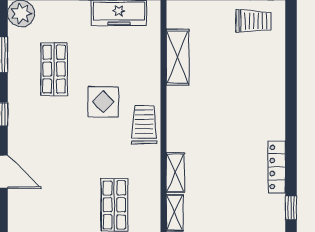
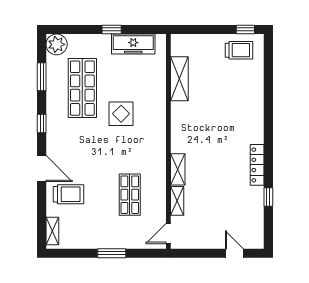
shop shelf: (54, 69) -> (82, 88), width x1.43, depth x1.36
trolley: (144, 125) -> (68, 194), moved, turned 90

